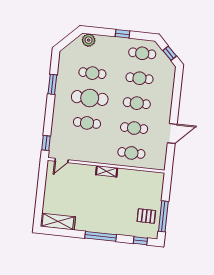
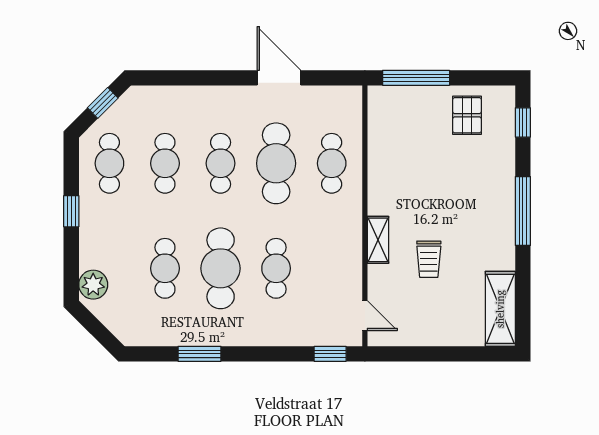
cafe table: (134, 128) -> (276, 163), width x1.37, depth x1.35
shelving: (107, 171) -> (378, 240), moved
trolley: (84, 192) -> (429, 259), added
window: (163, 216) -> (416, 78), moved

